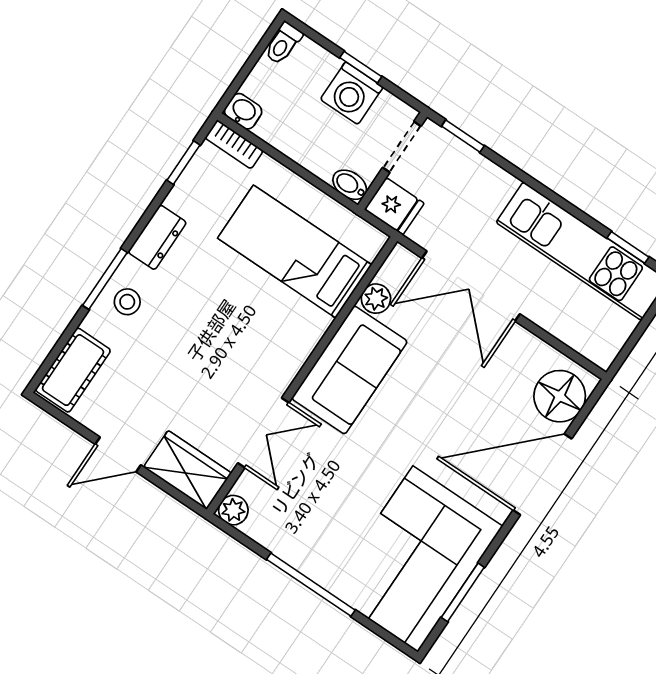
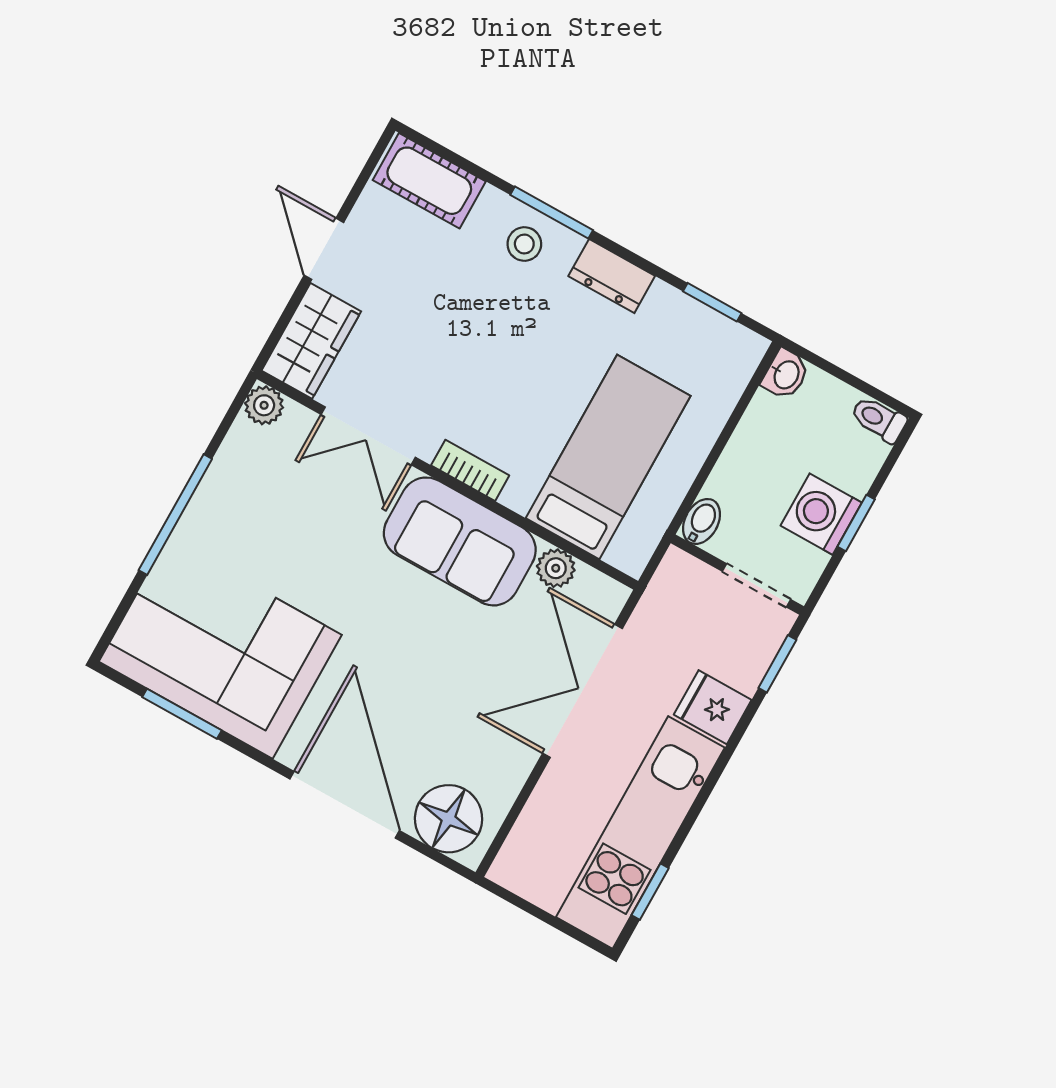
bookcase: (234, 144) -> (470, 470), moved, turned 90
fridge: (394, 206) -> (713, 707), moved, turned 90

